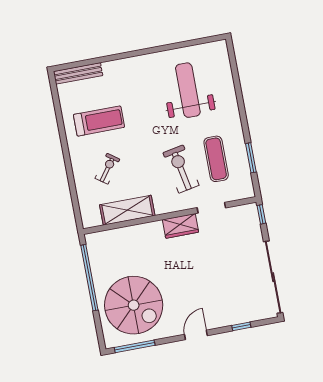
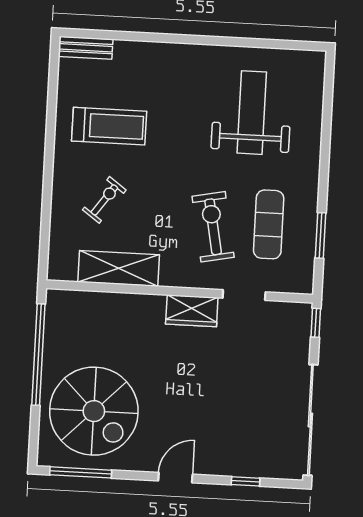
bench: (78, 73) -> (86, 48), width x0.73

